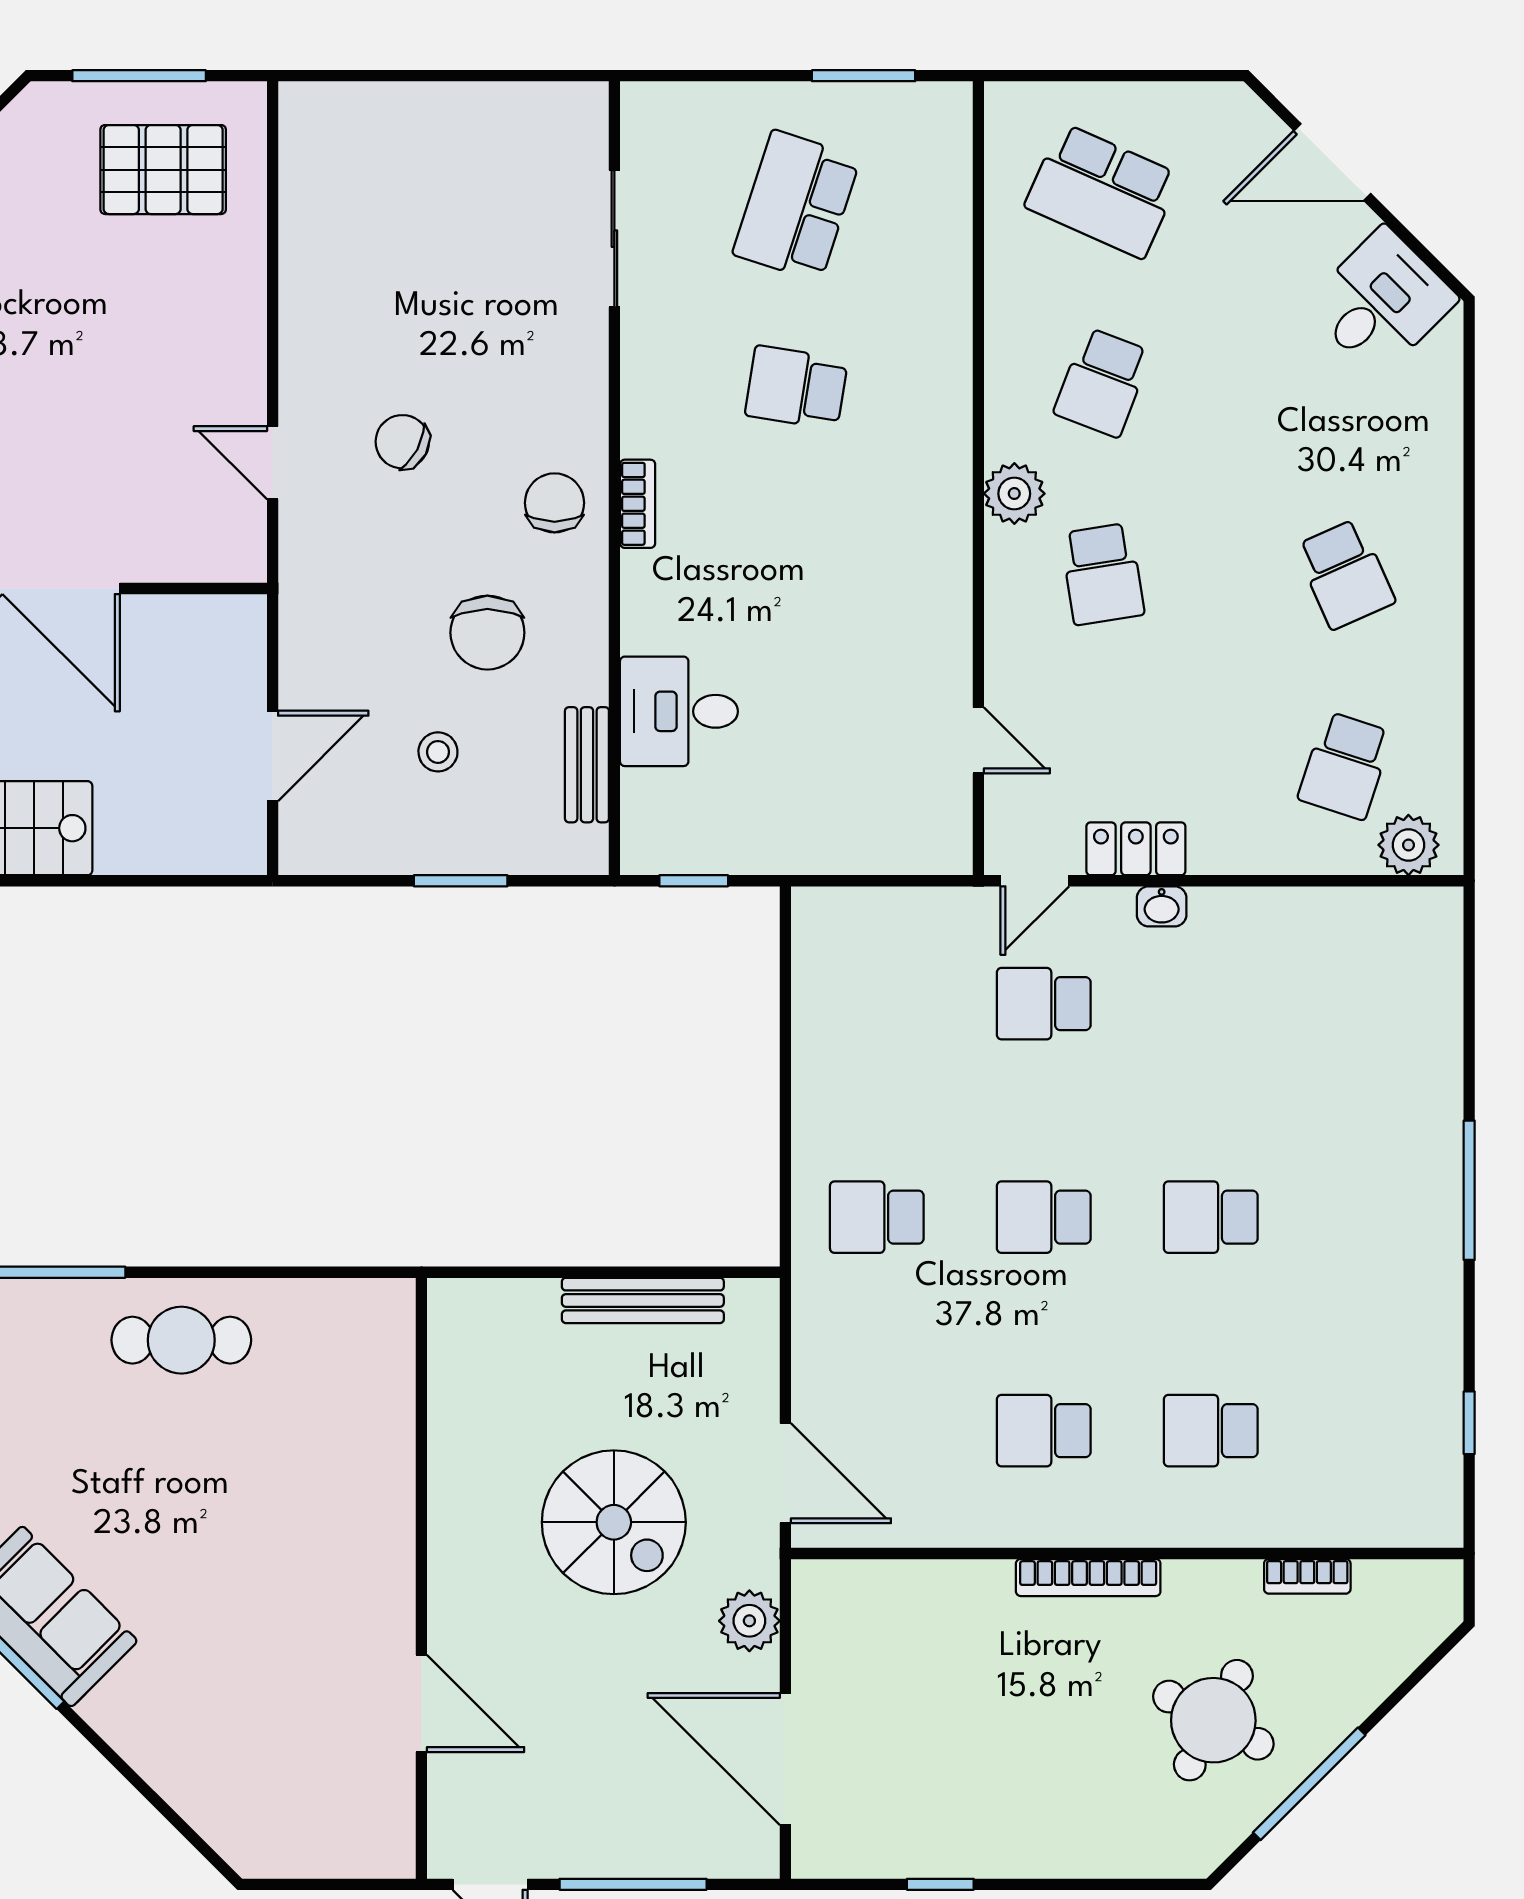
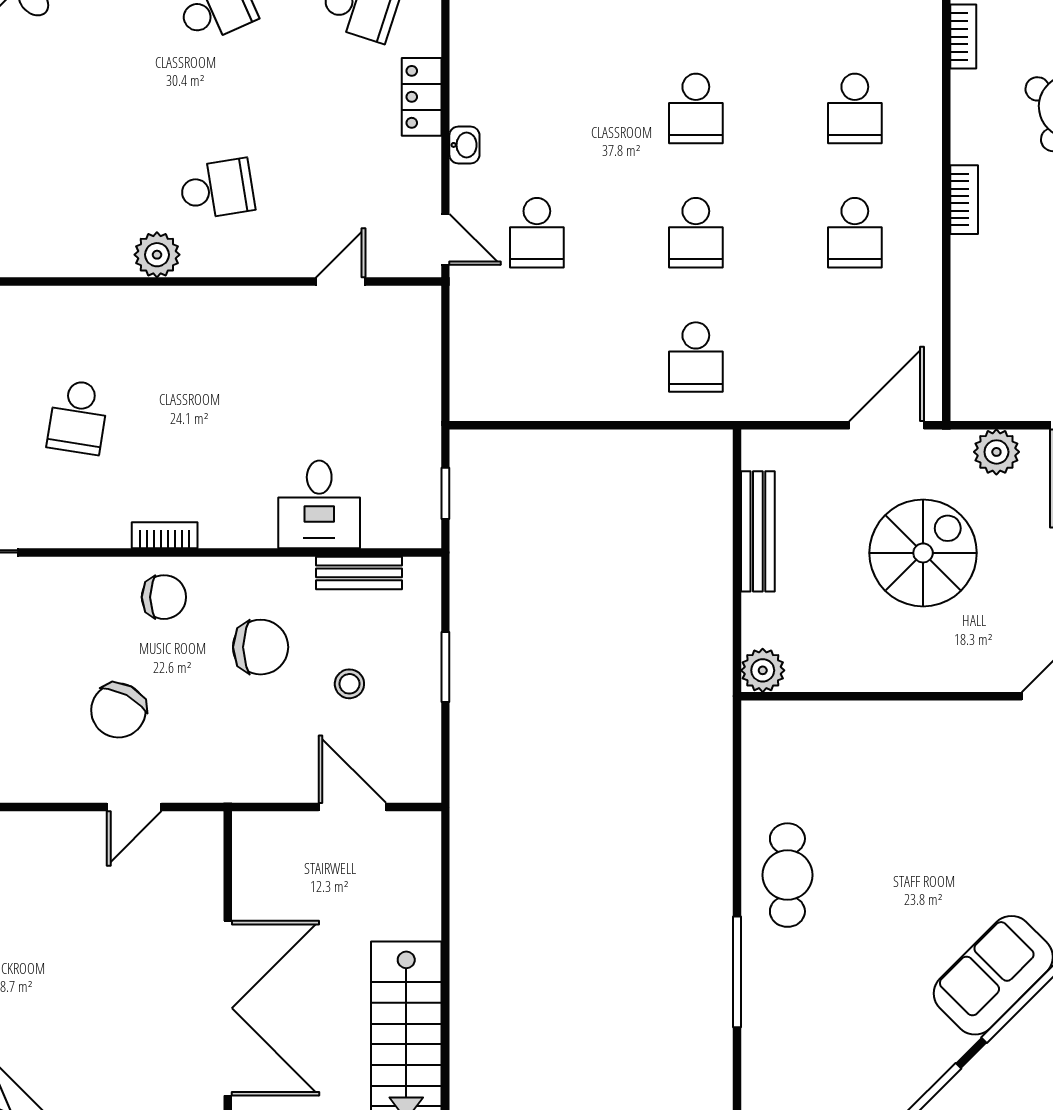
school desk: (1102, 382) -> (74, 189), removed
chair: (402, 442) -> (118, 710), width x1.37, depth x1.37
chair: (555, 503) -> (164, 597), turned 180
locker: (1136, 849) -> (422, 97), moved
plant: (456, 1307) -> (763, 670), added
bookcase: (1088, 1578) -> (964, 200), width x0.64

